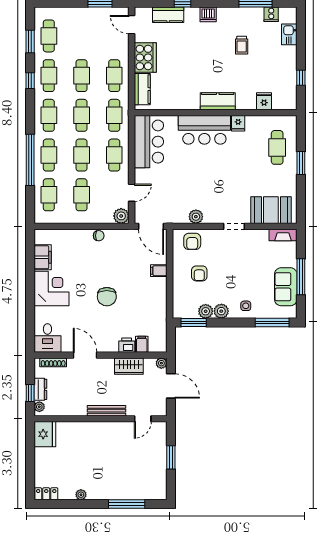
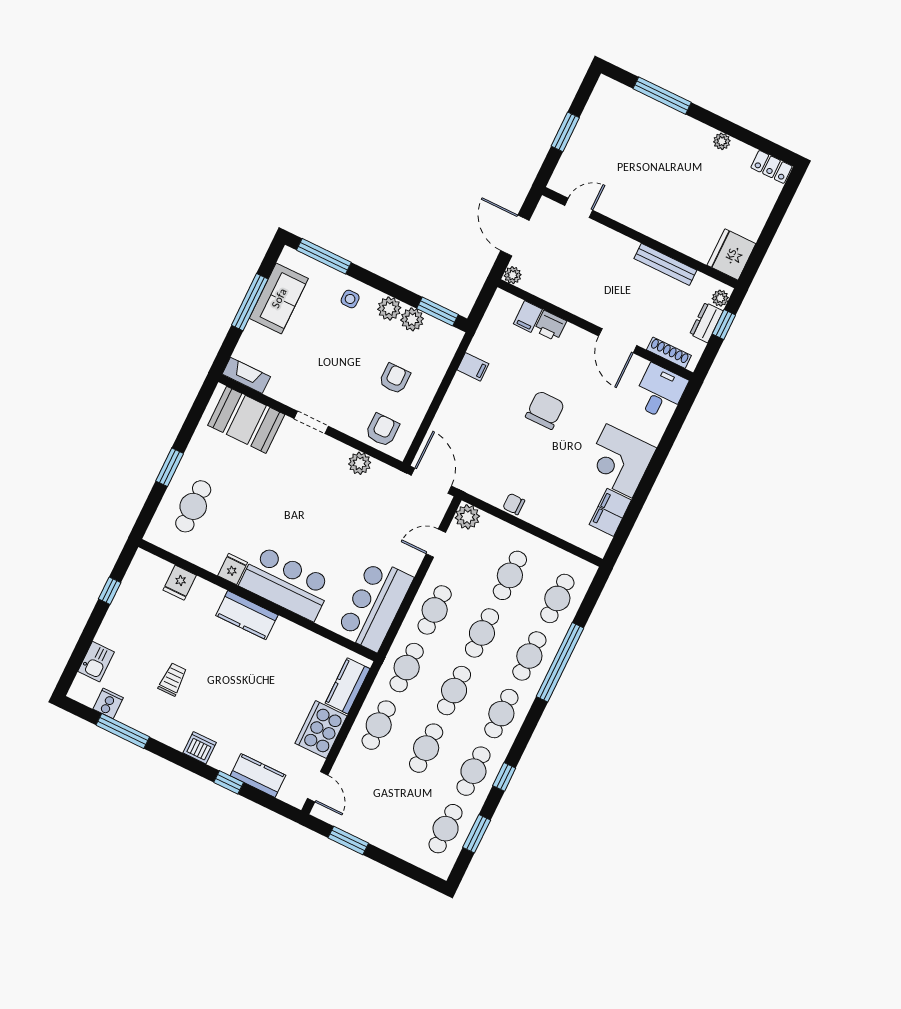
filing cabinet: (159, 271) -> (473, 367), moved
wardrobe: (129, 366) -> (562, 294), removed
bench: (107, 411) -> (665, 264), moved

